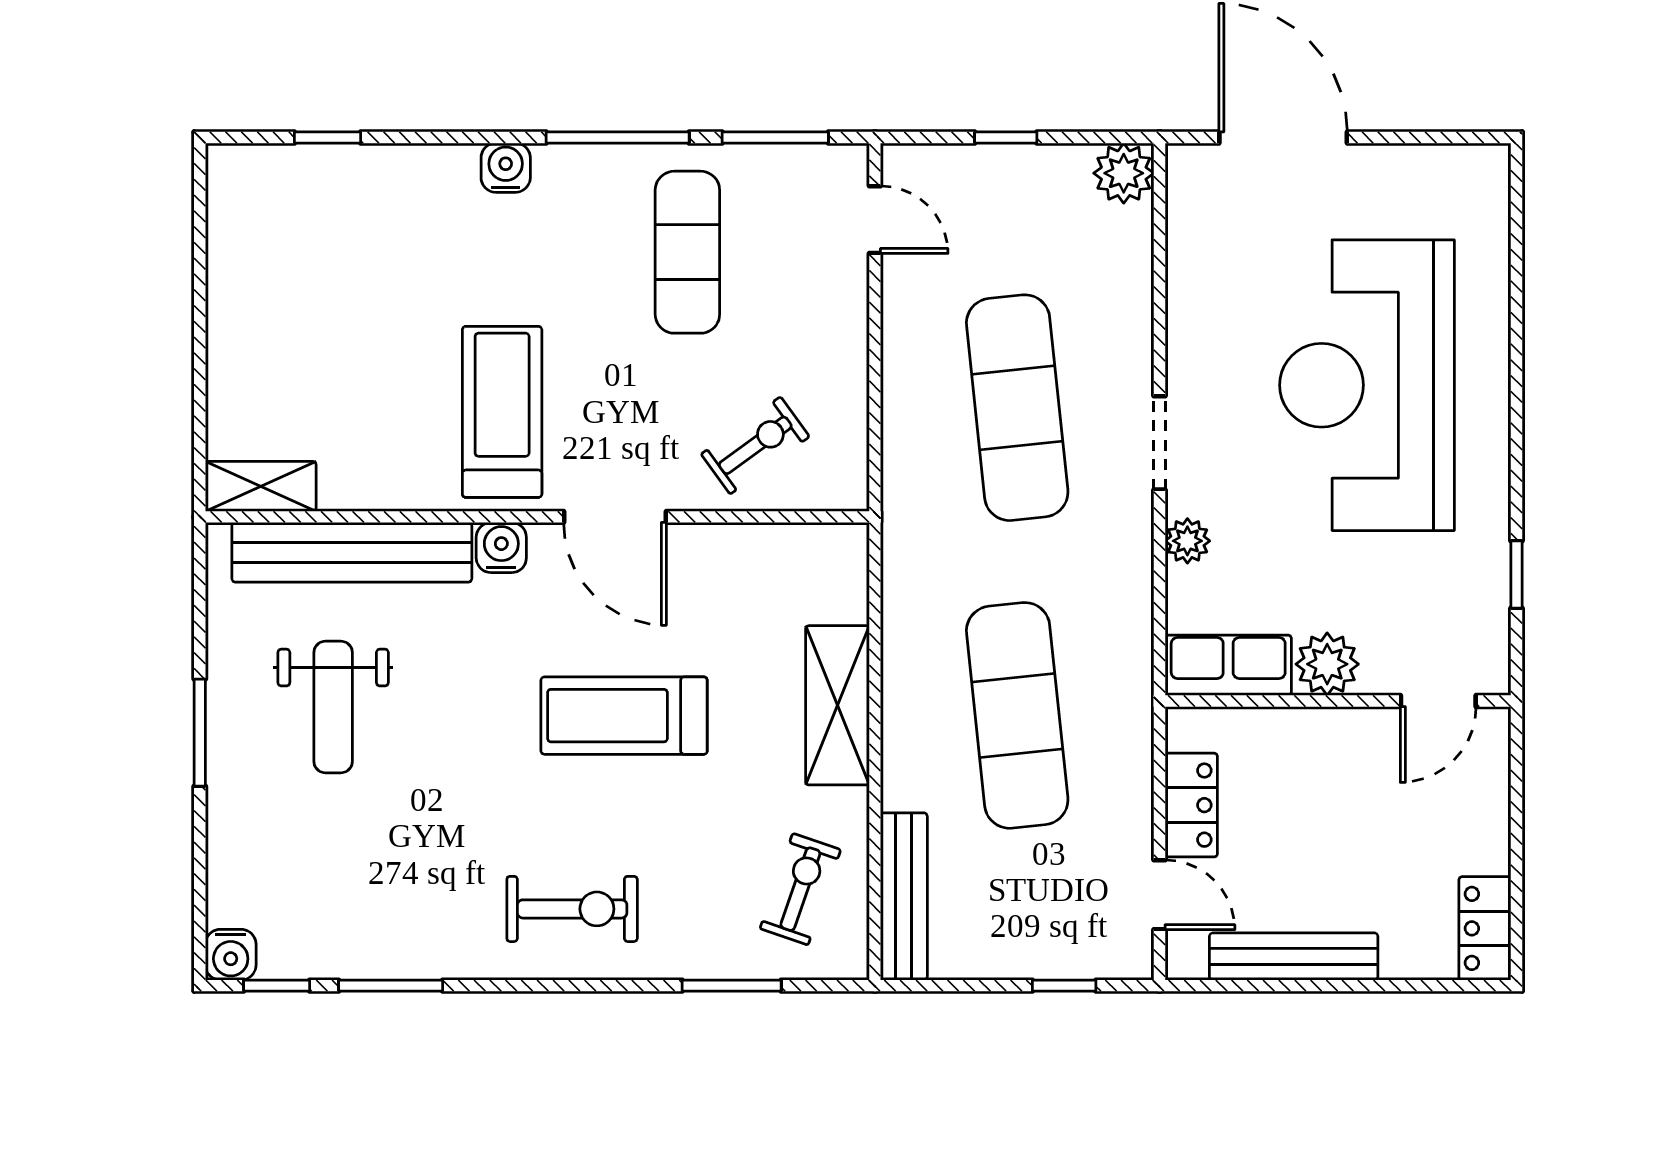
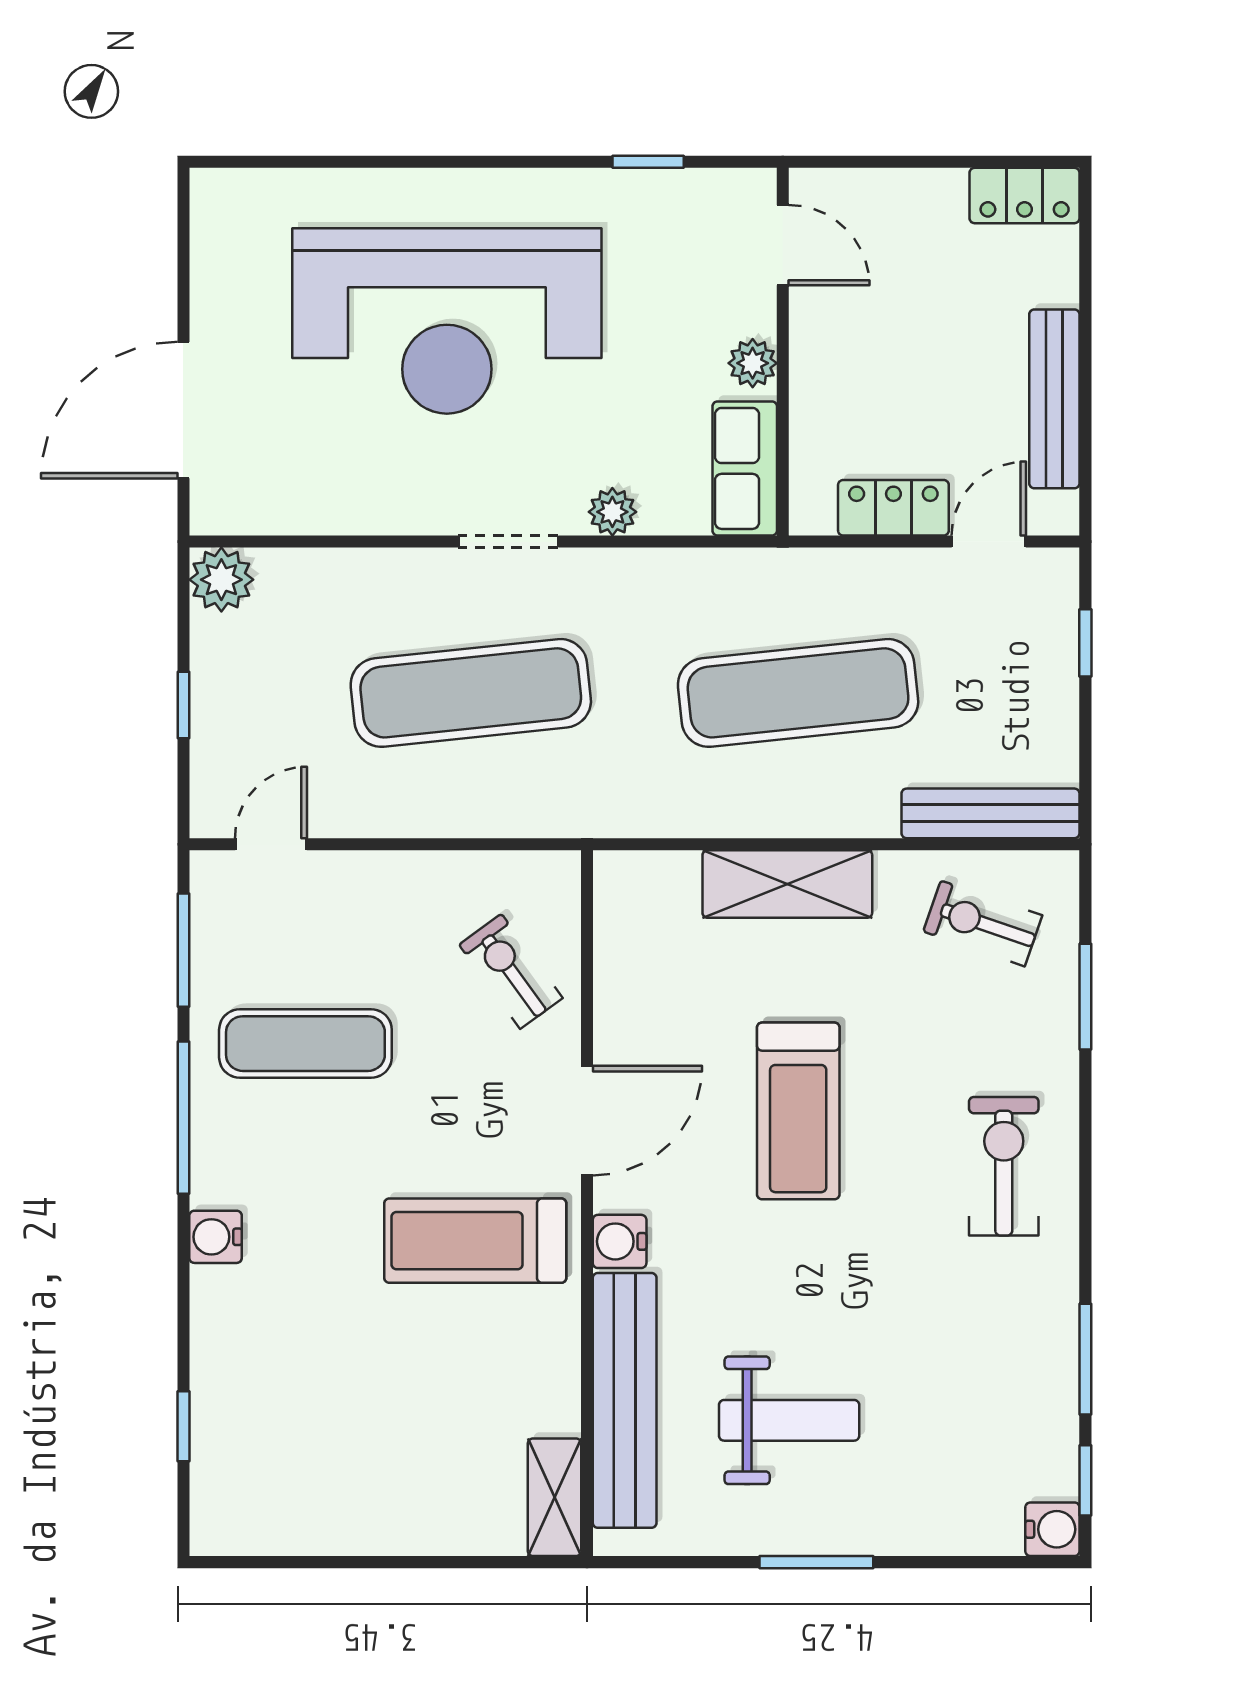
plant: (1327, 664) -> (753, 363), width x0.73, depth x0.73

